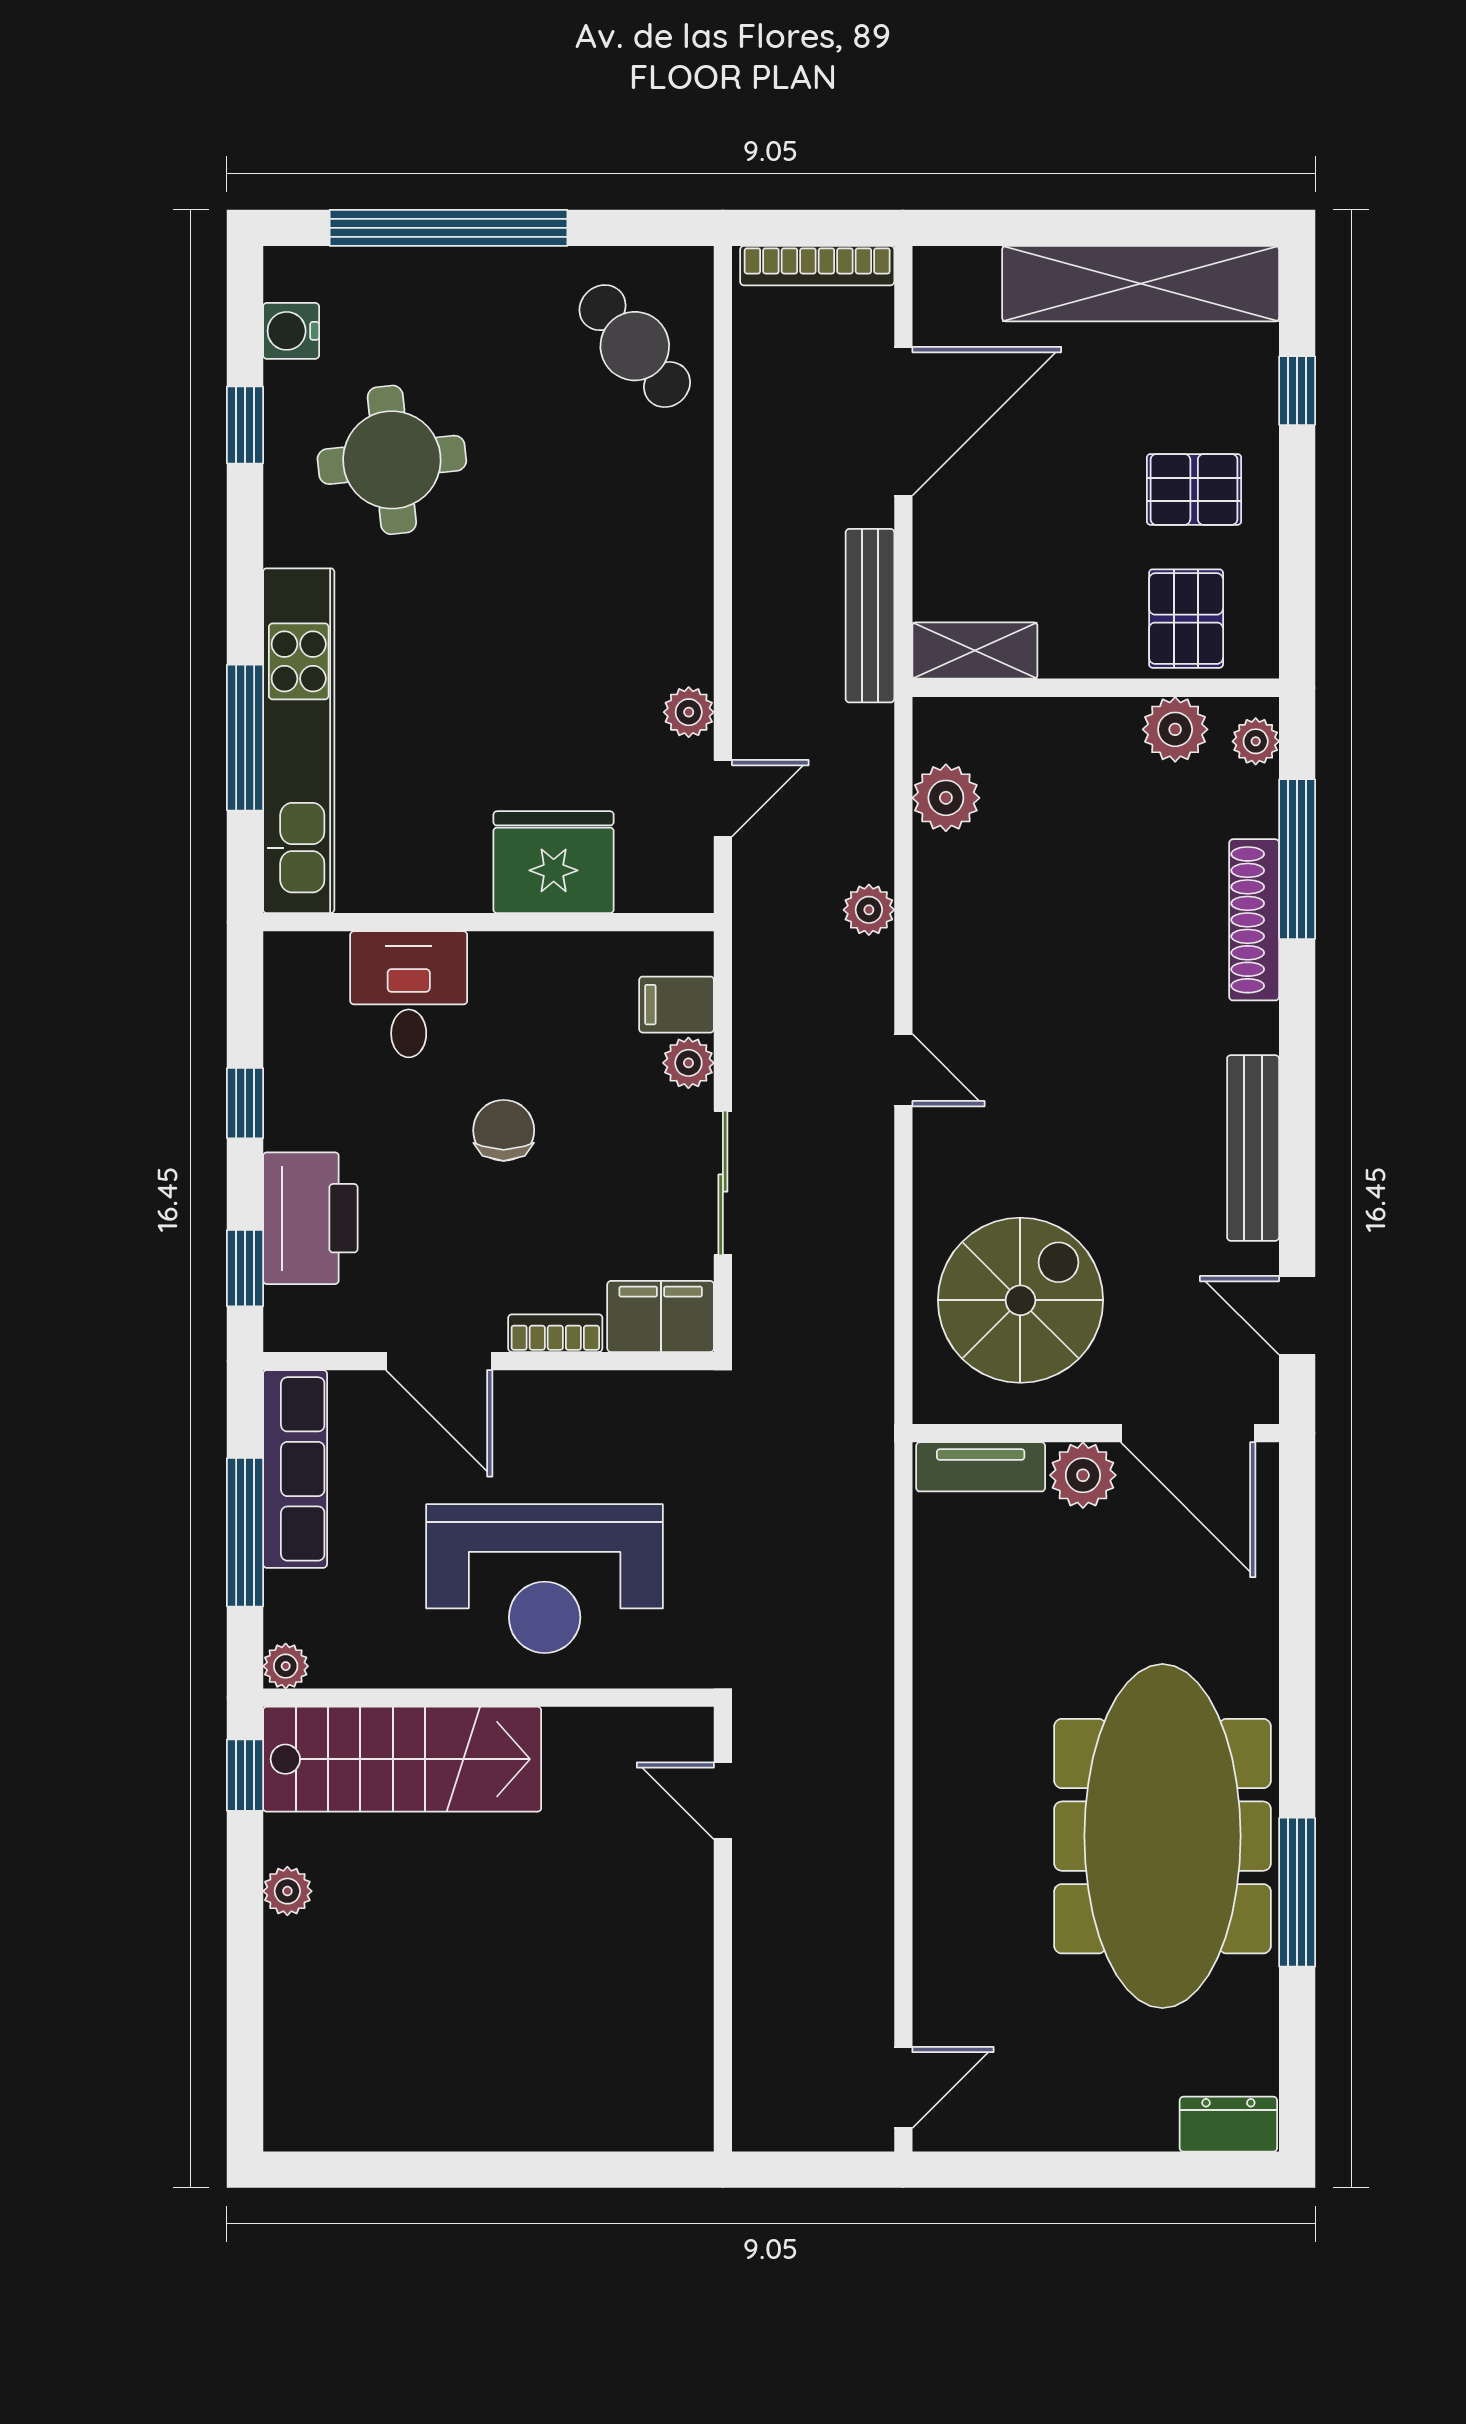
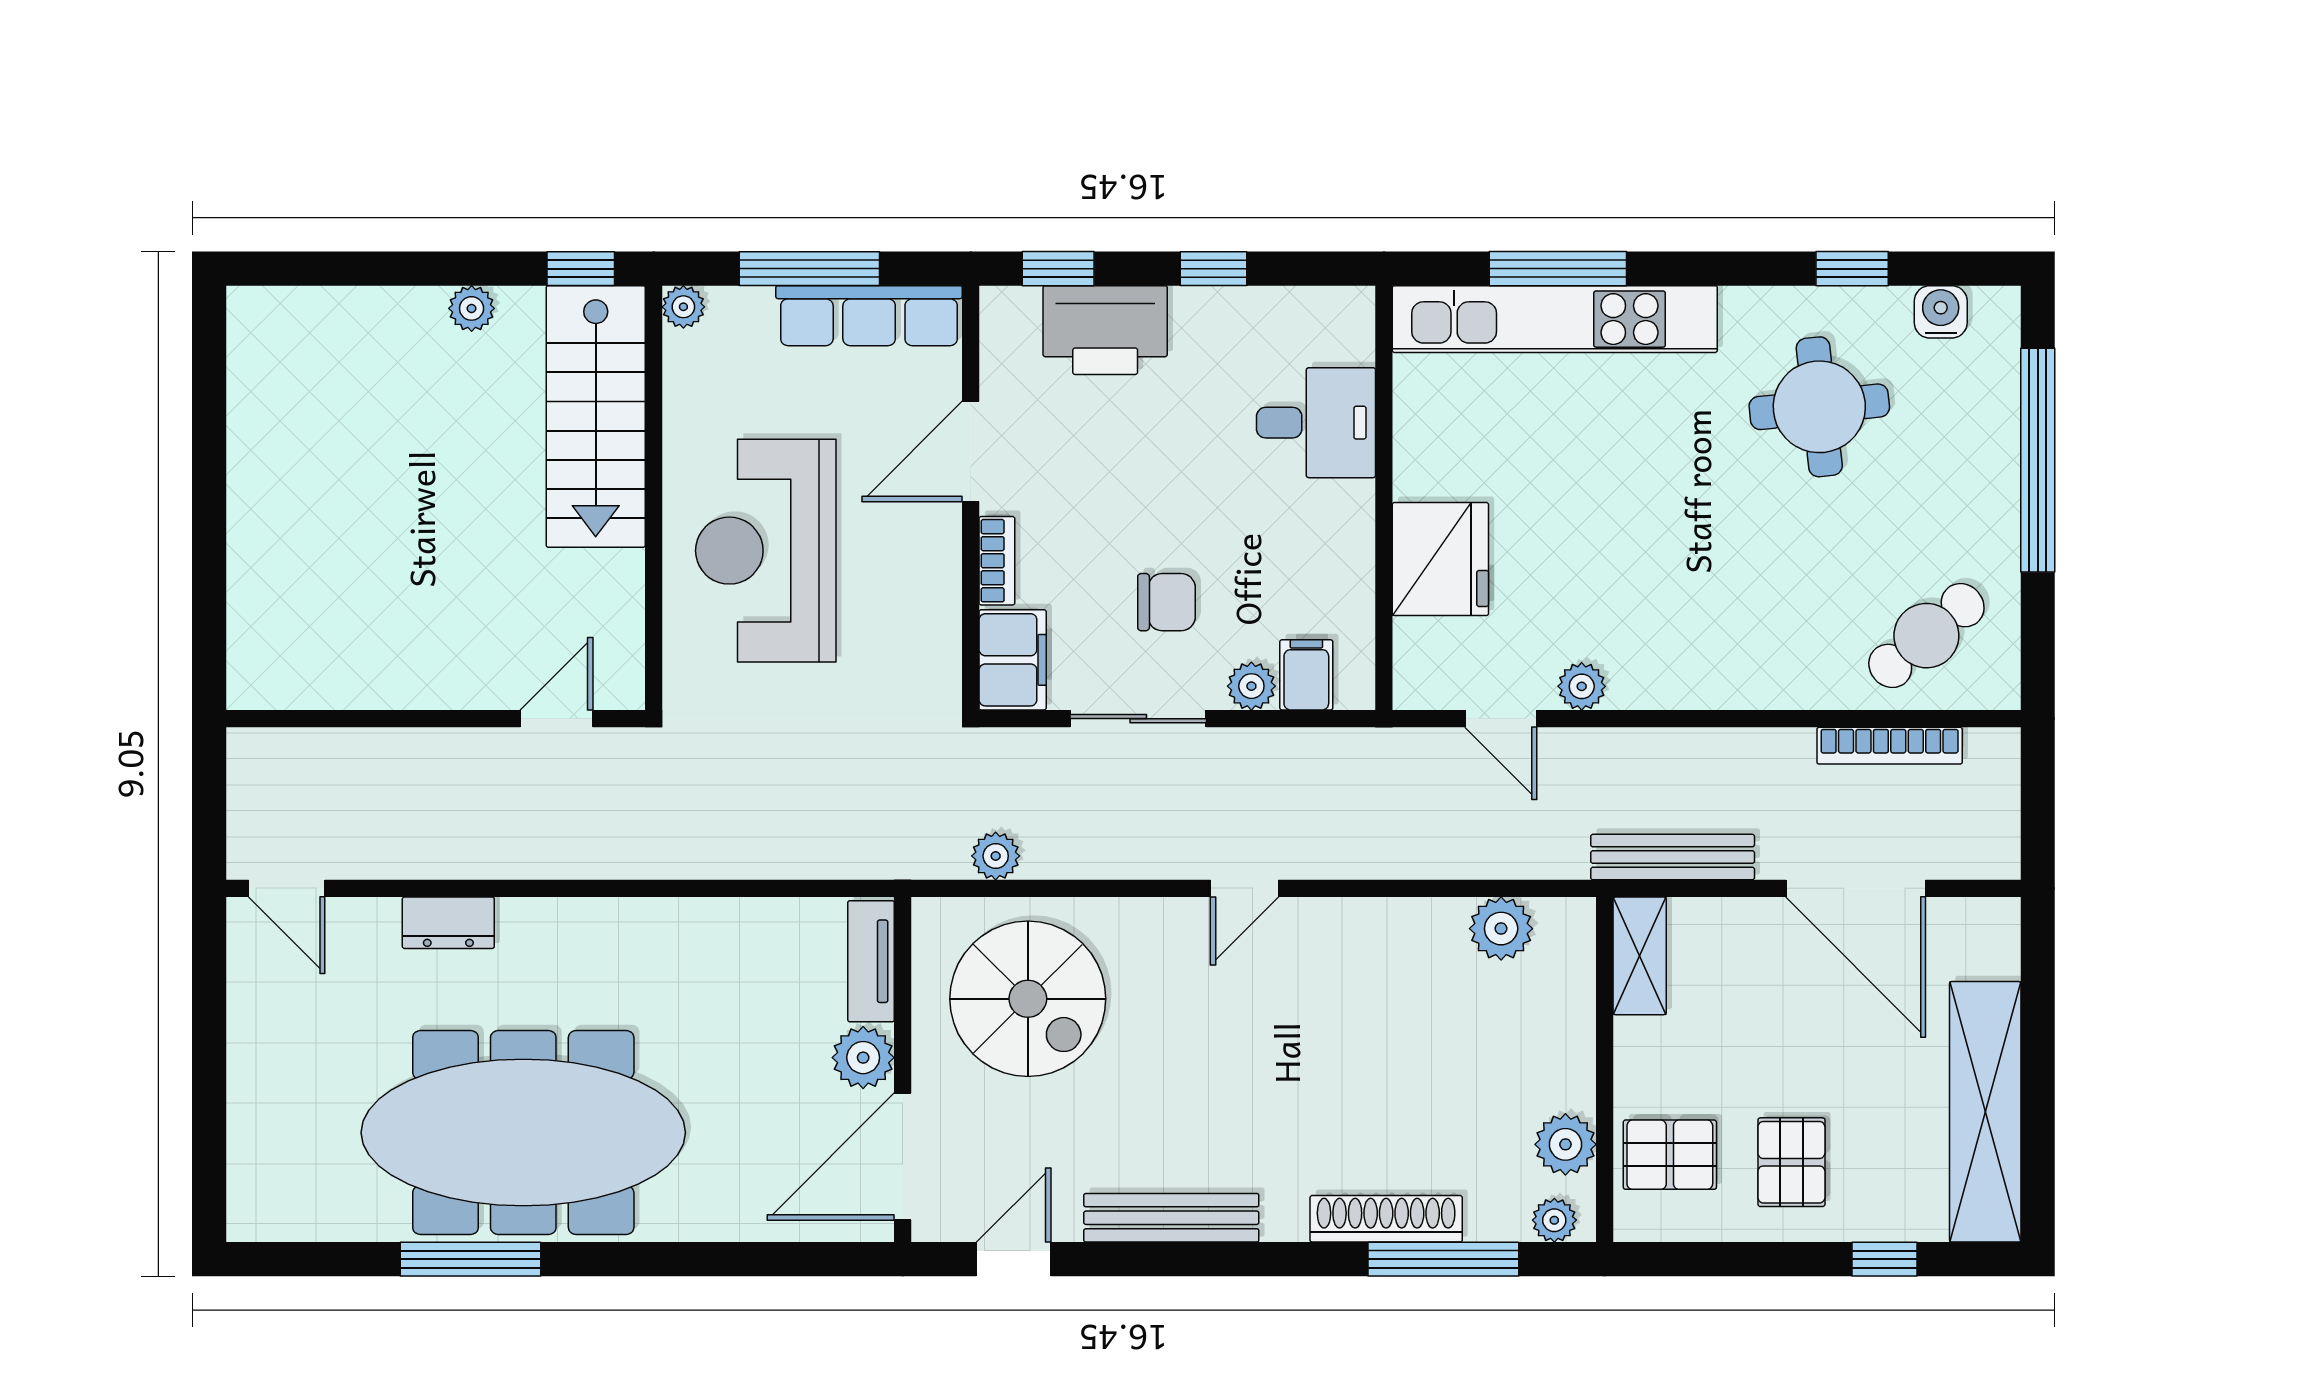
bookcase: (817, 266) -> (1890, 746), moved, turned -90
plant: (869, 910) -> (996, 856), moved
chair: (504, 1130) -> (1166, 602), moved
dresser: (1228, 2124) -> (448, 923), moved, turned 90

